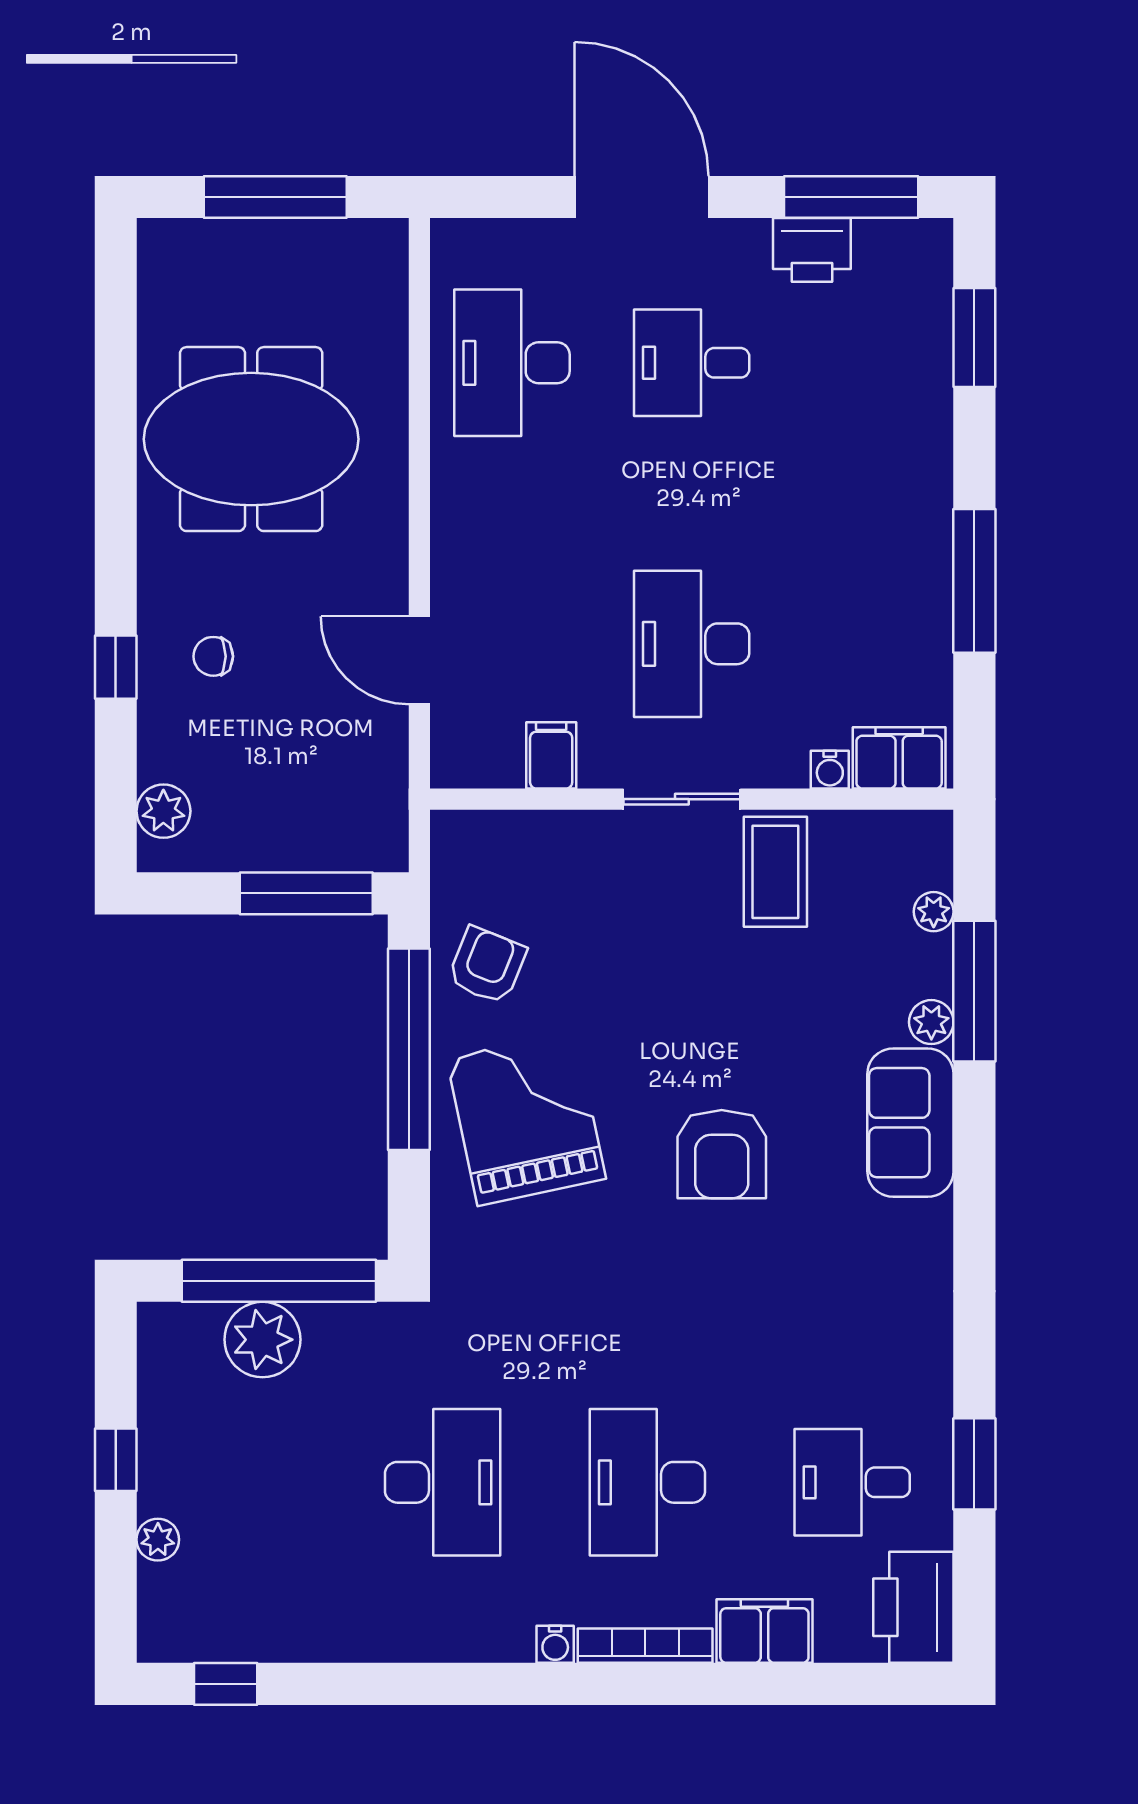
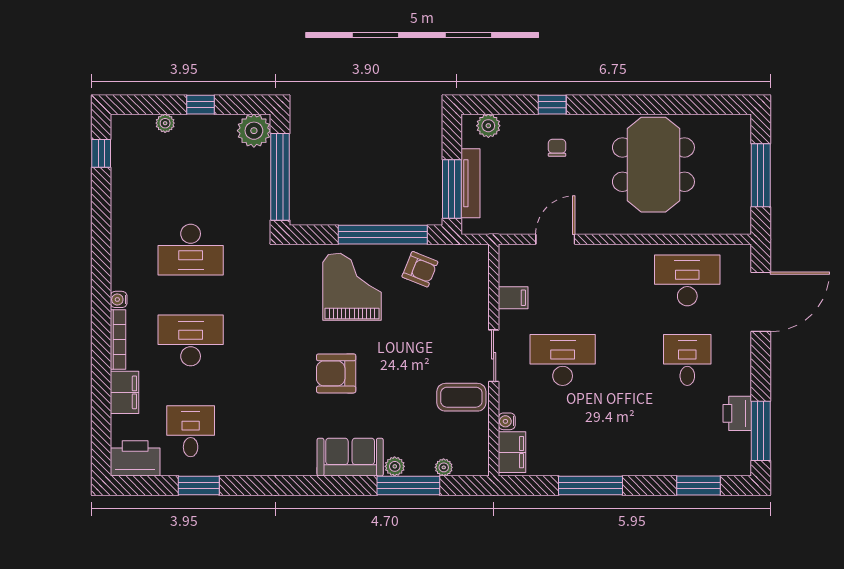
door: (642, 197) -> (761, 302), moved
tv unit: (293, 851) -> (471, 183), added
grand piano: (526, 1118) -> (352, 287), turned -78
plant: (262, 1340) -> (254, 131), moved

